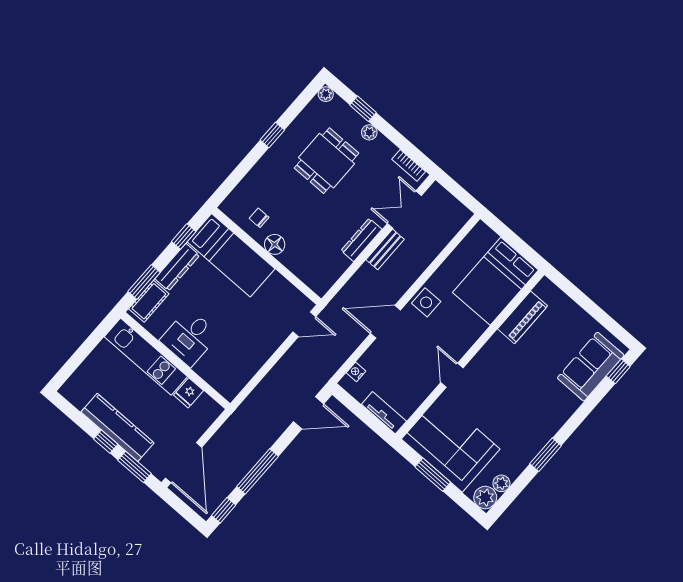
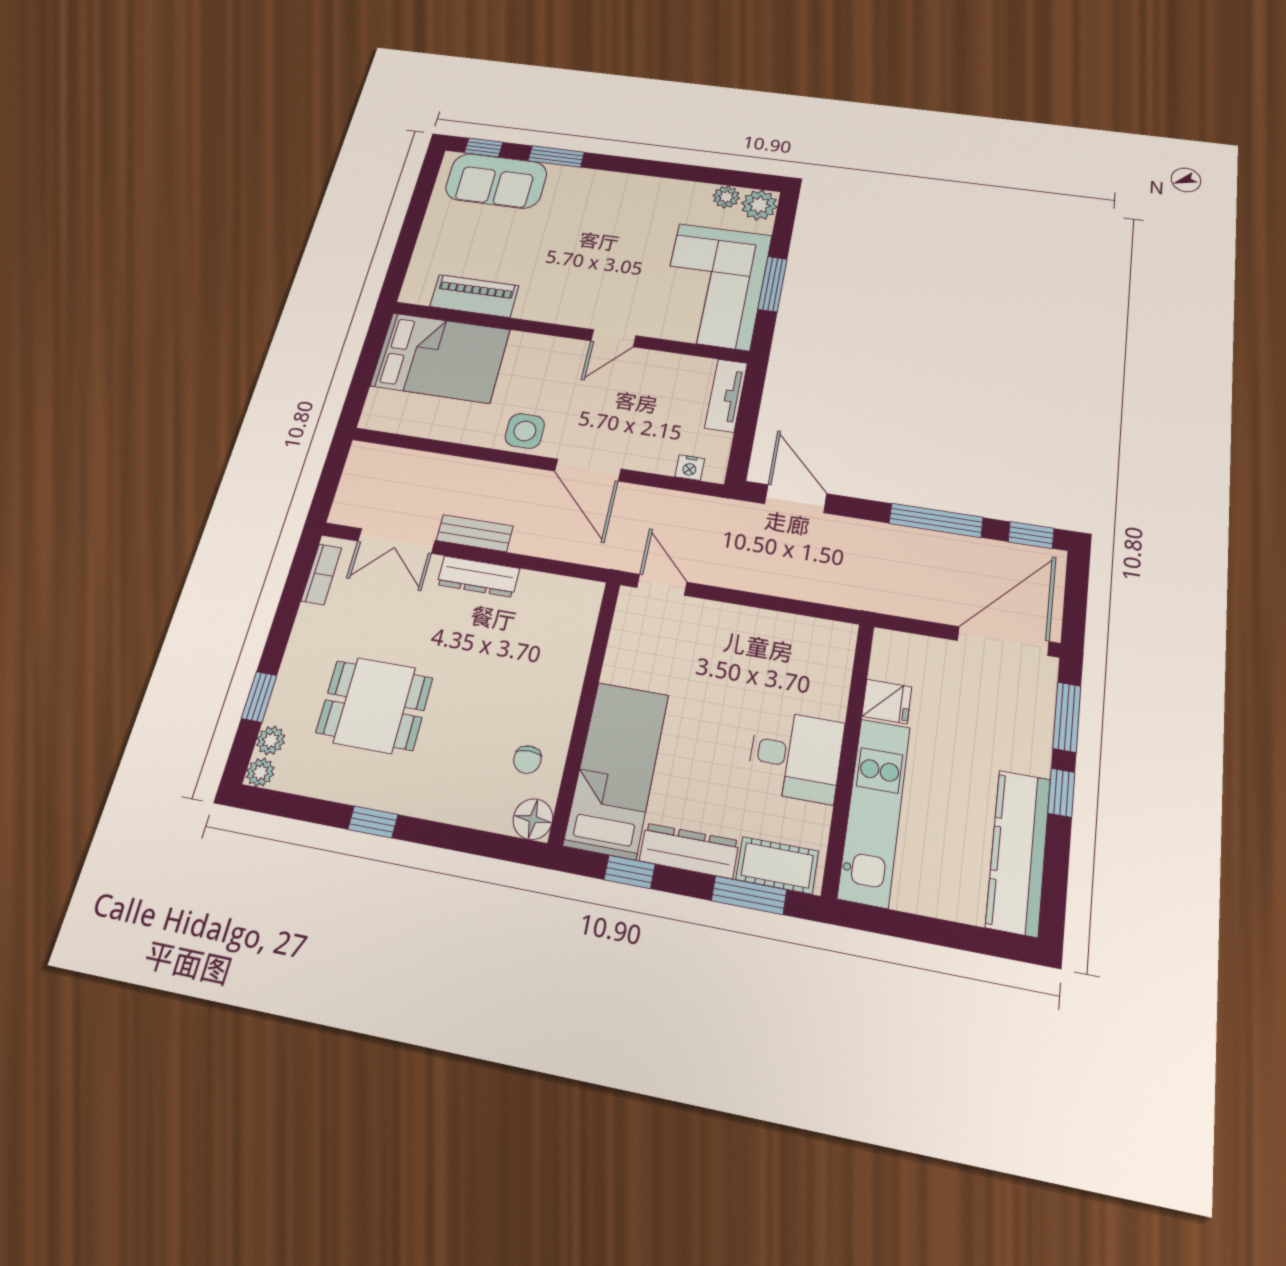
plant: (369, 132) -> (271, 740), moved
floor lamp: (275, 244) -> (533, 819), moved
kitchen counter: (117, 427) -> (1018, 852), moved
window: (545, 455) -> (556, 156), moved

